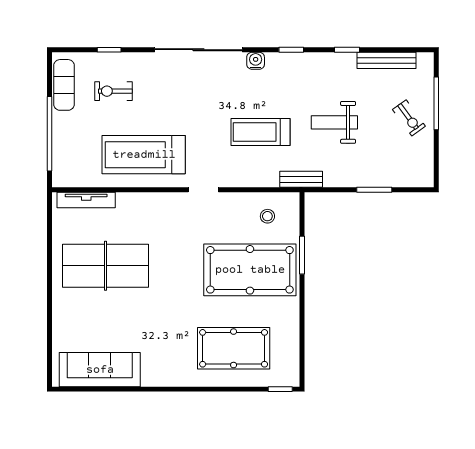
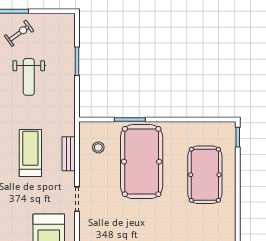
weight bench: (334, 122) -> (29, 77), moved
treadmill: (260, 132) -> (30, 153), turned 180
bench: (301, 179) -> (69, 154), moved

